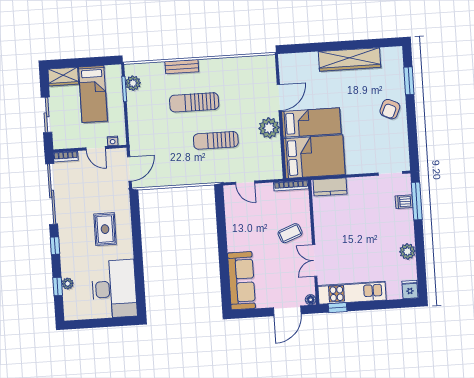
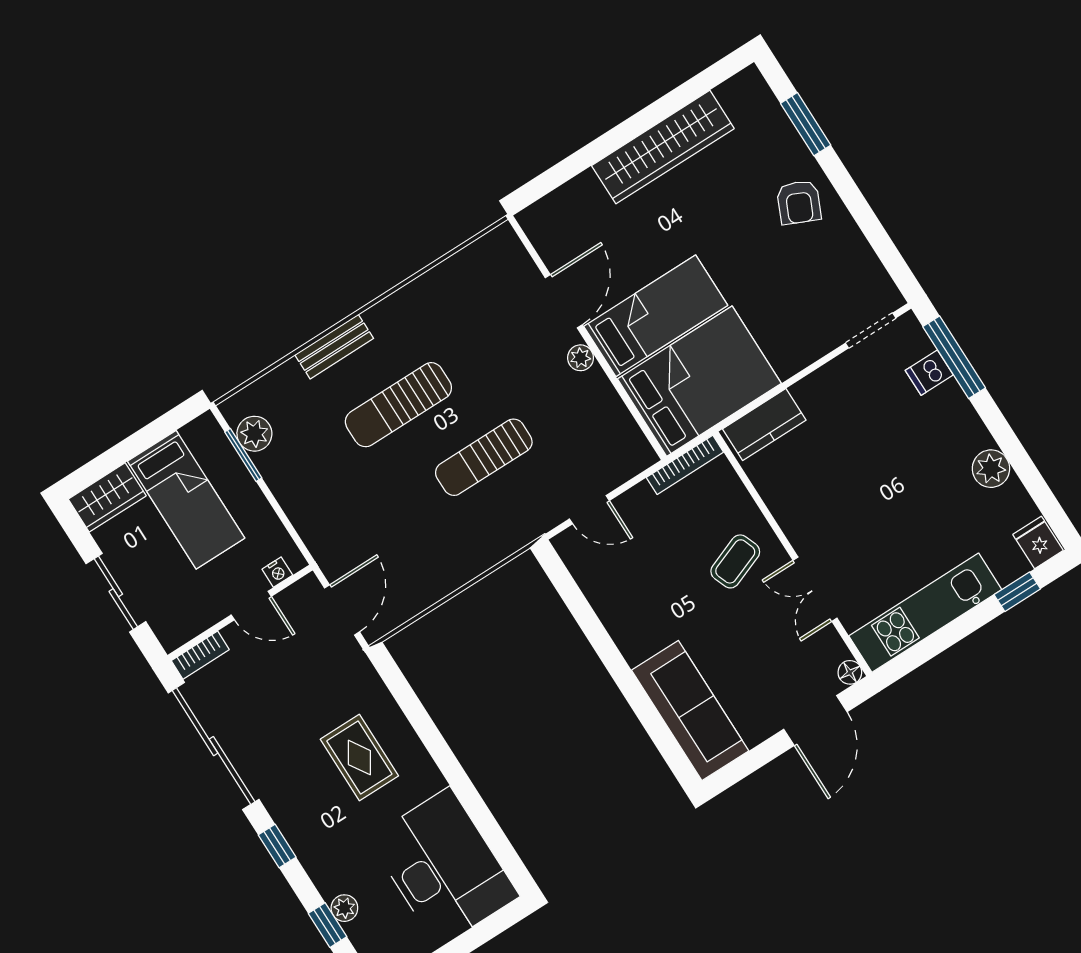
plant: (269, 128) -> (581, 358), width x0.53, depth x0.53
window: (338, 308) -> (1017, 592), moved

